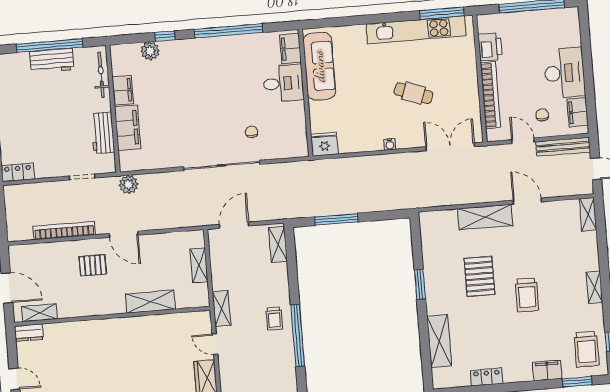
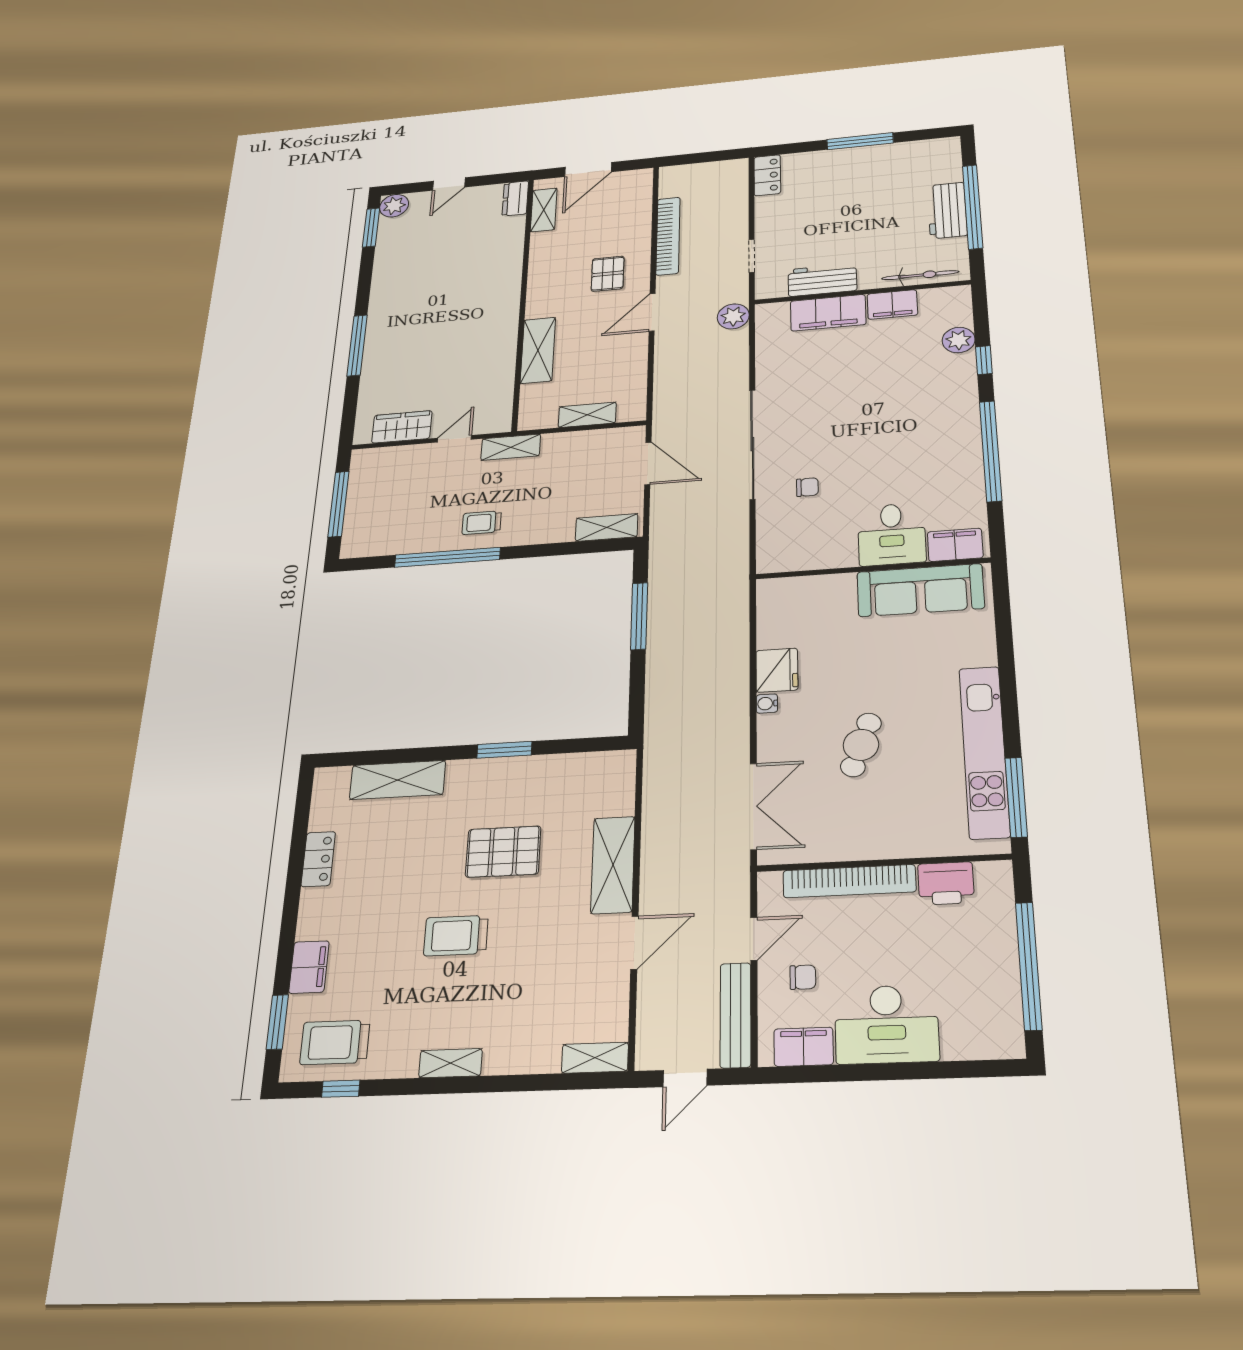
fridge: (324, 144) -> (777, 670), moved

